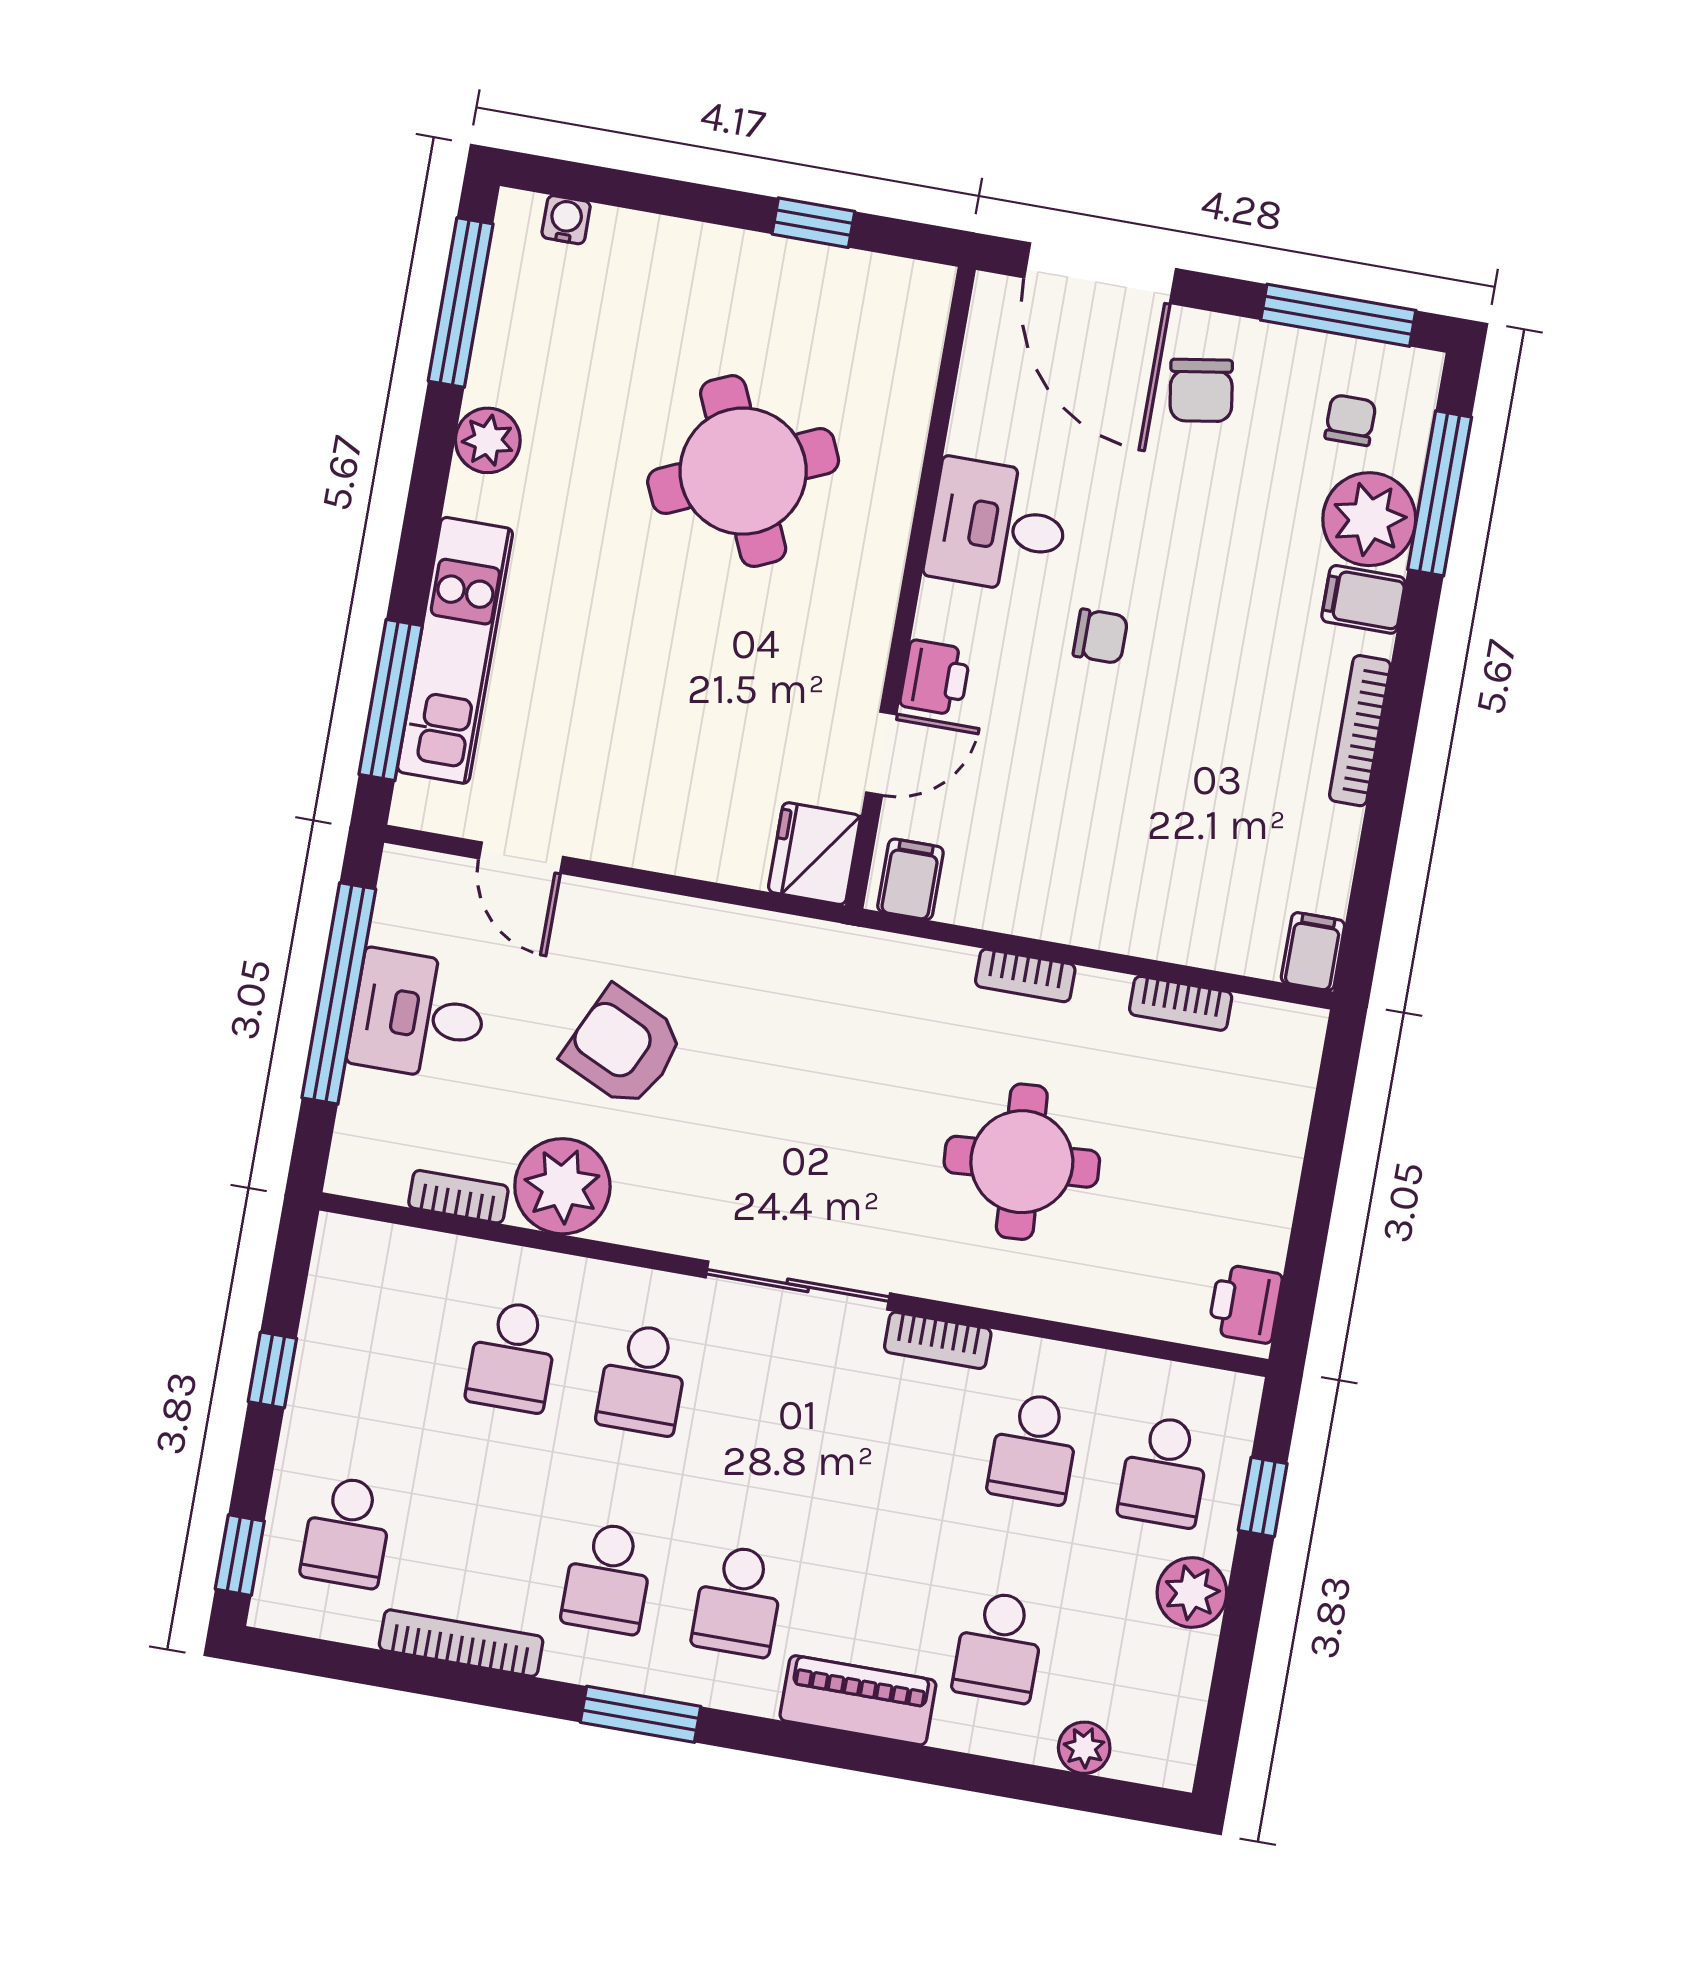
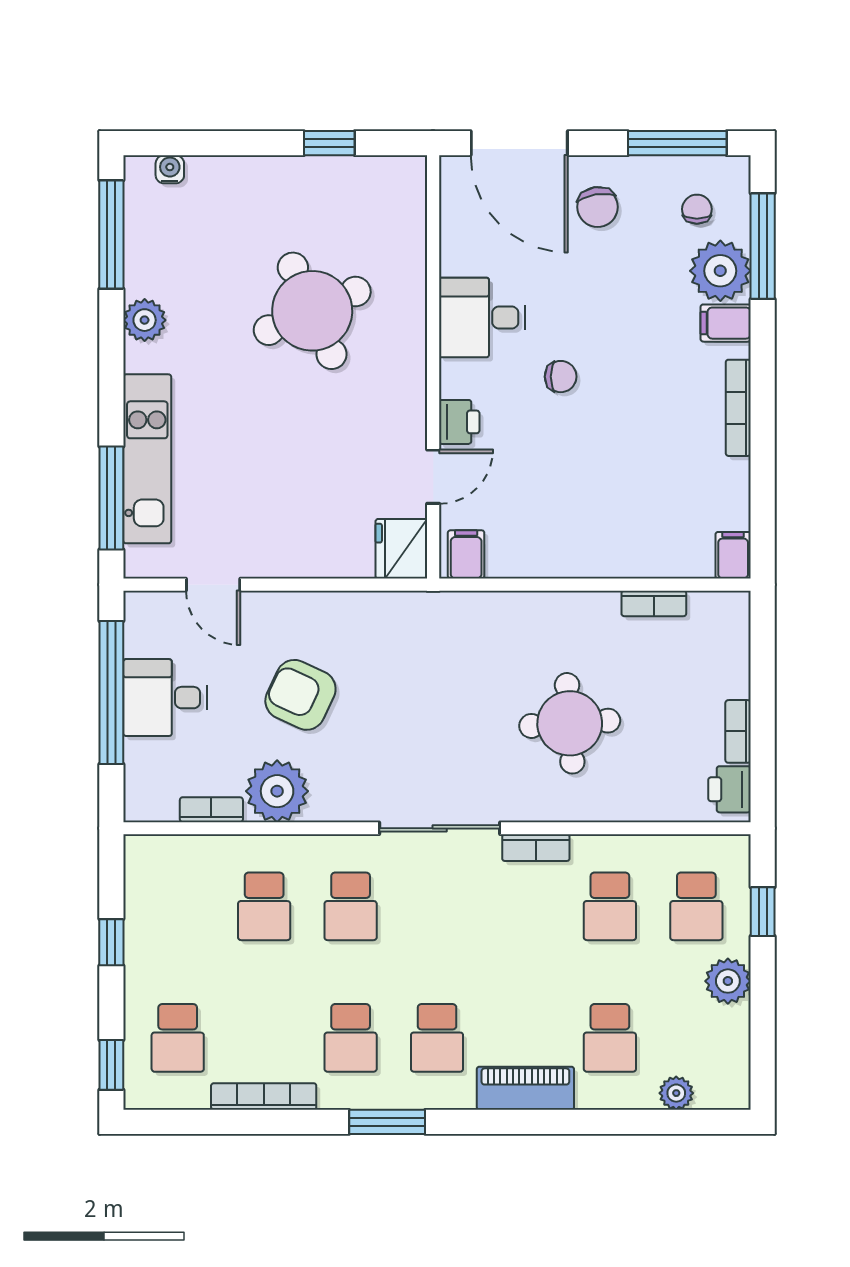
bookcase: (1025, 975) -> (738, 731), moved, turned 90

